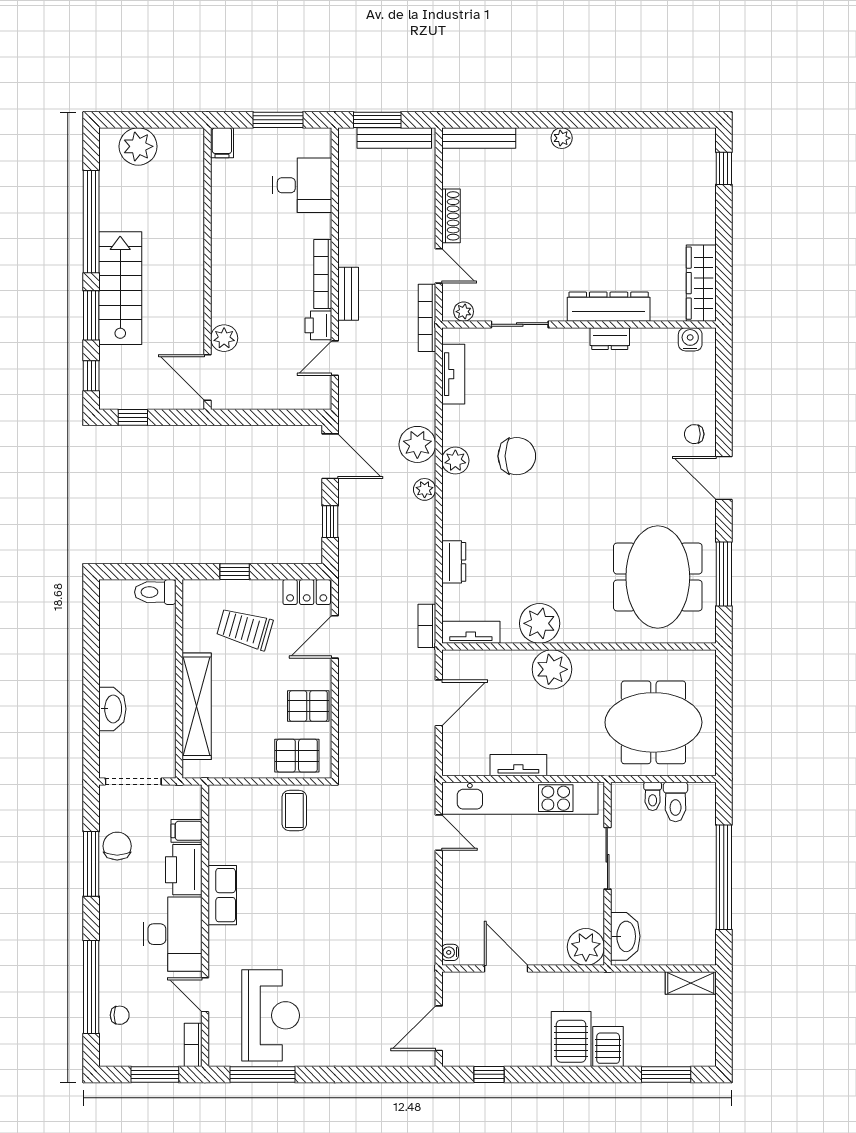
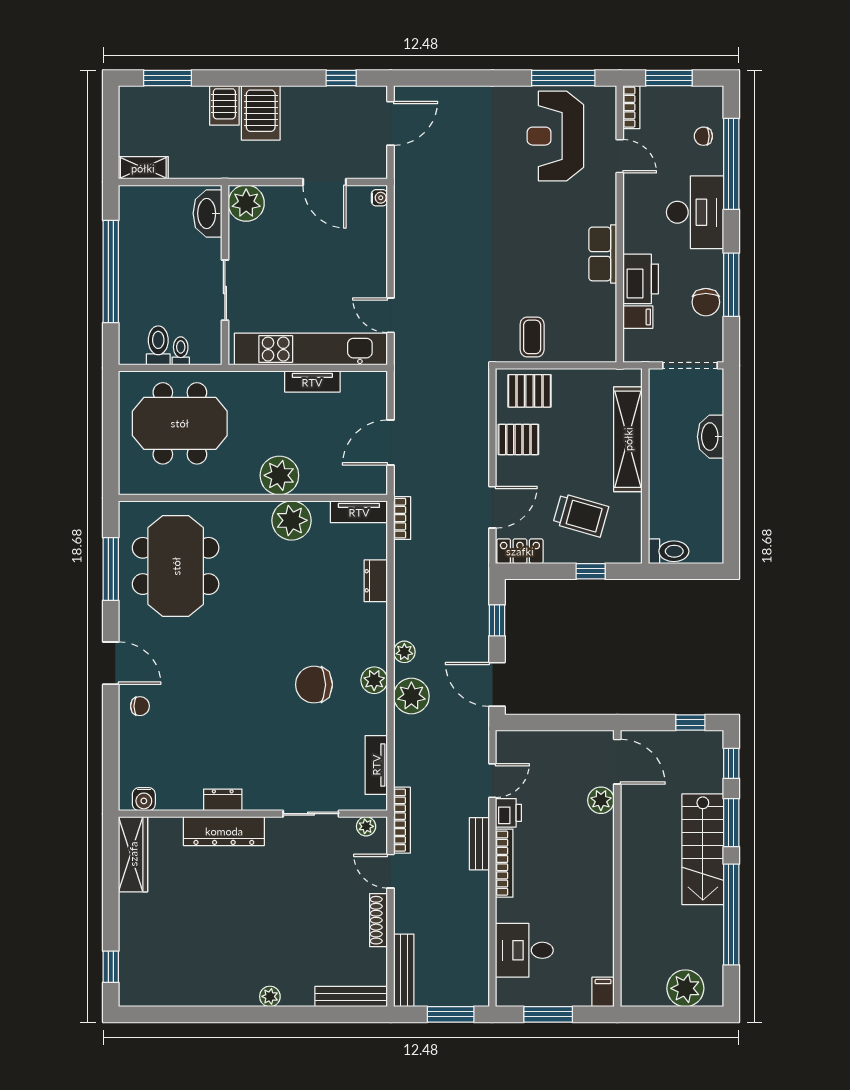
bench: (394, 138) -> (404, 970), moved, turned 90
desk: (173, 934) -> (695, 212), moved, turned 180

